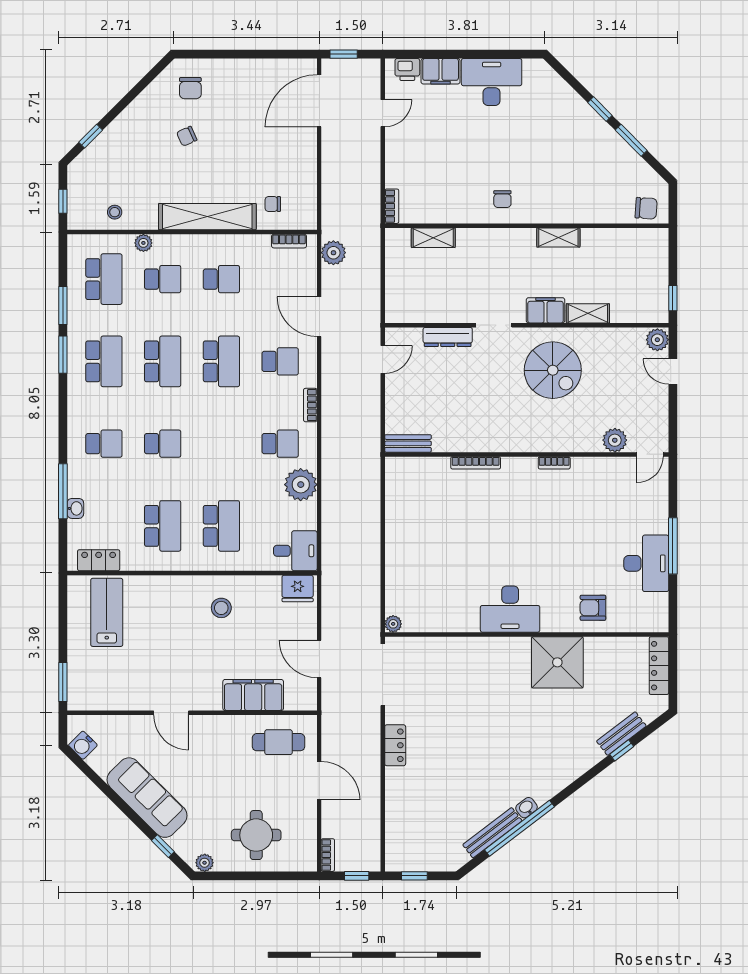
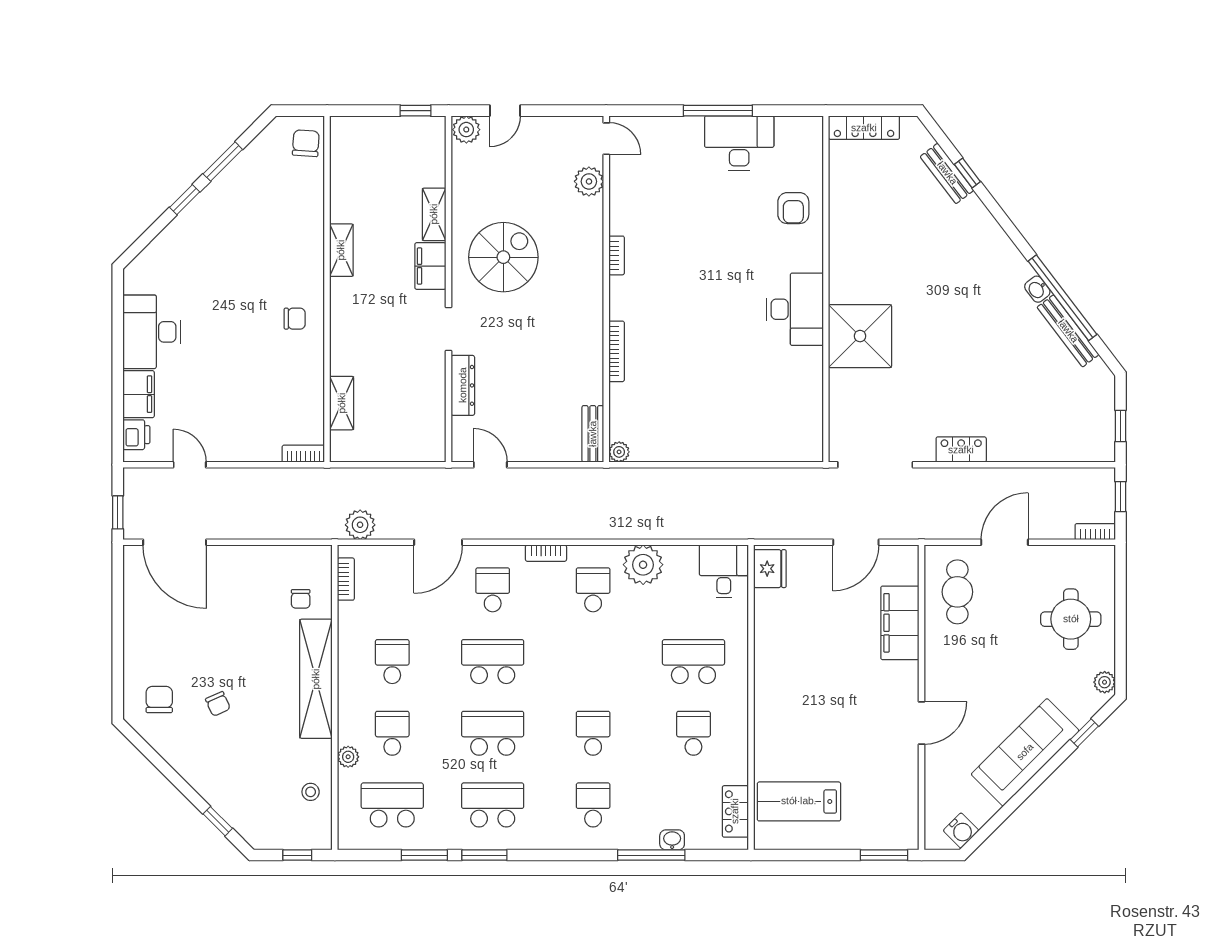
chair: (190, 88) -> (159, 699), turned -90
school desk: (163, 526) -> (693, 733), width x0.54
stool: (221, 608) -> (794, 662), removed
plant: (393, 624) -> (619, 452), moved
shower: (557, 662) -> (860, 336), moved

